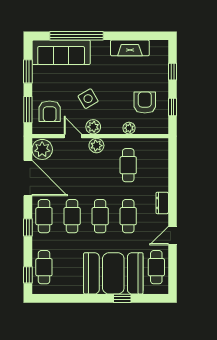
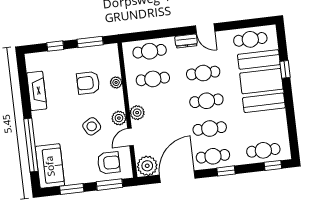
sofa: (61, 52) -> (50, 166), width x0.73
armchair: (145, 103) -> (88, 83), moved
window: (172, 107) -> (90, 42), width x1.50
cafe table: (156, 165) -> (150, 51), added
door: (172, 236) -> (205, 28), moved

